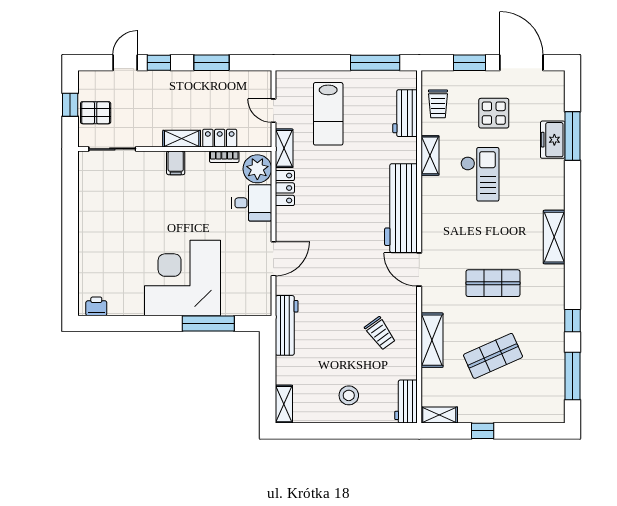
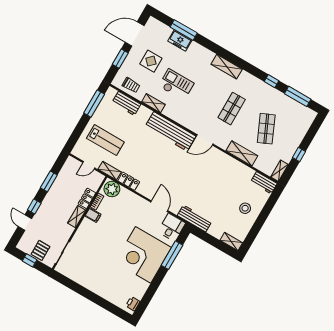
filing cabinet: (176, 163) -> (93, 215), moved
desk: (252, 203) -> (172, 227), moved
trolley: (380, 333) -> (224, 176), removed

